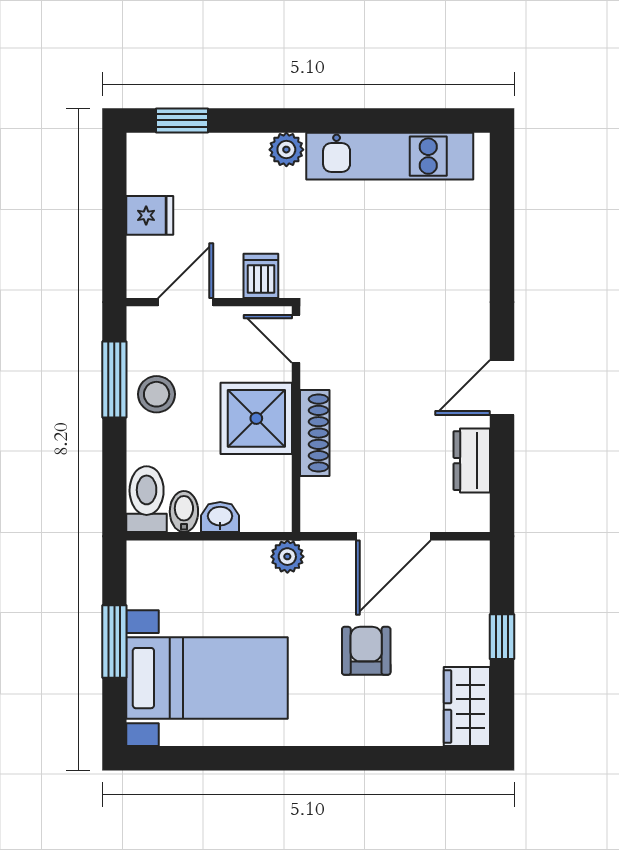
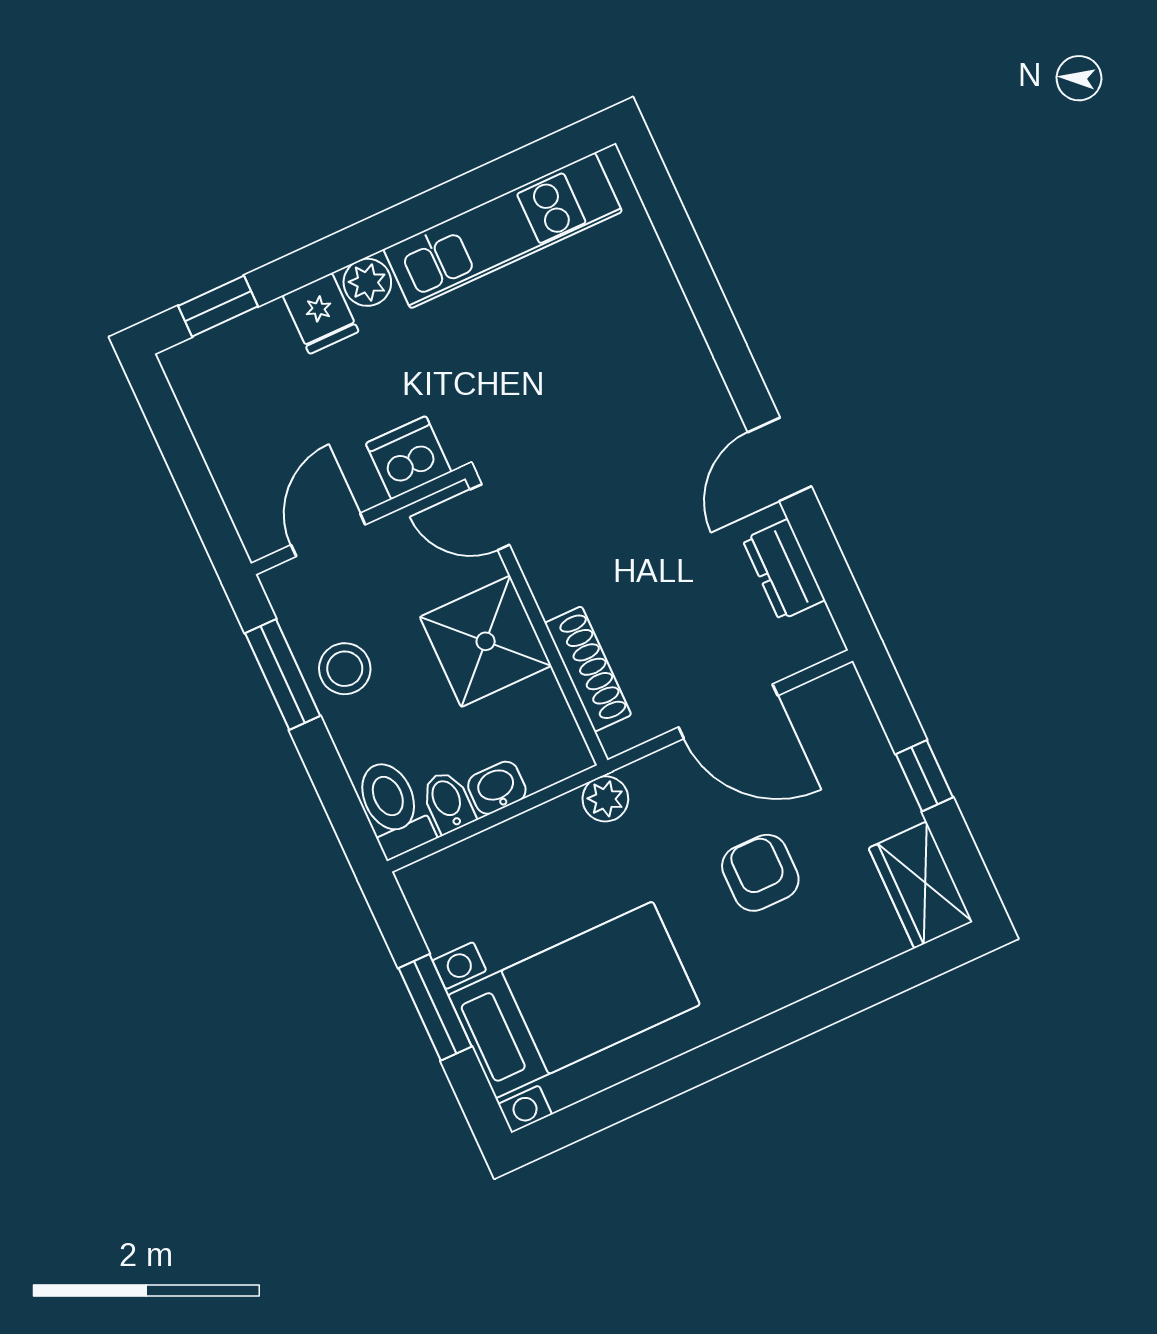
fridge: (150, 215) -> (321, 314), moved, turned 90
dishwasher: (261, 276) -> (409, 458), width x1.38
shoe rack: (315, 433) -> (588, 669), moved
door: (393, 536) -> (728, 711), hinge flipped

